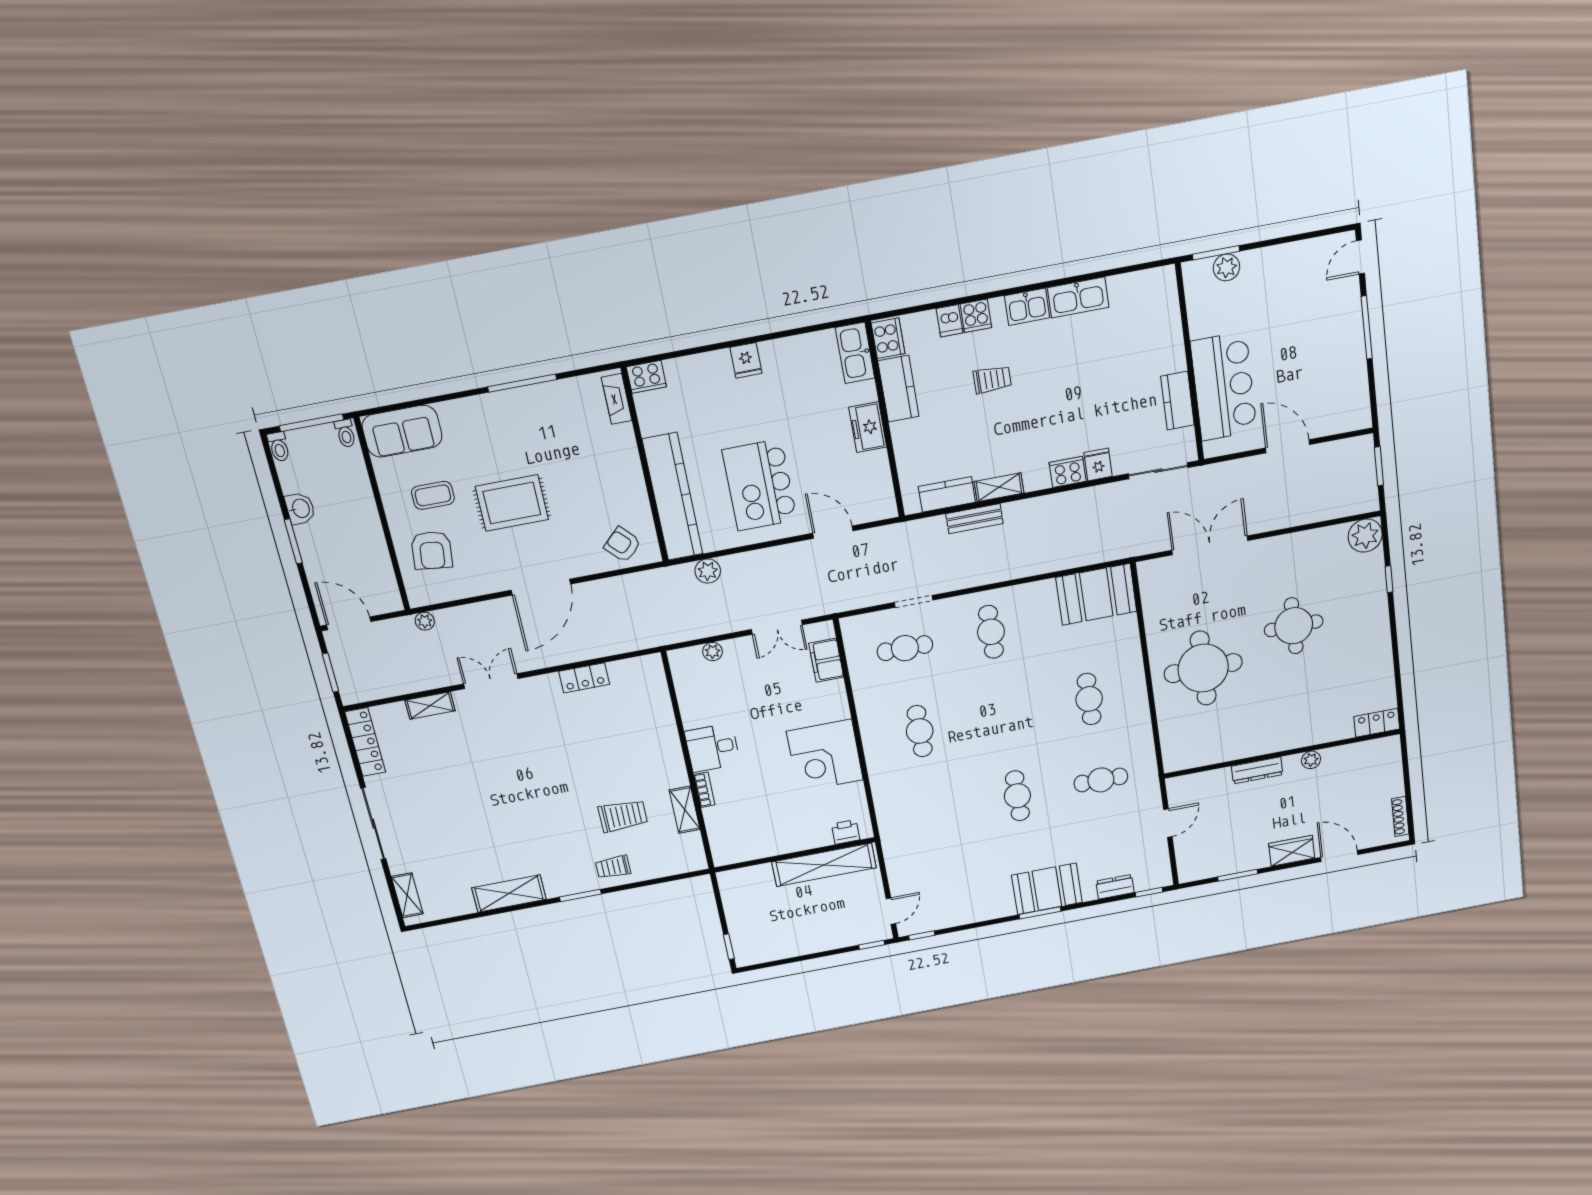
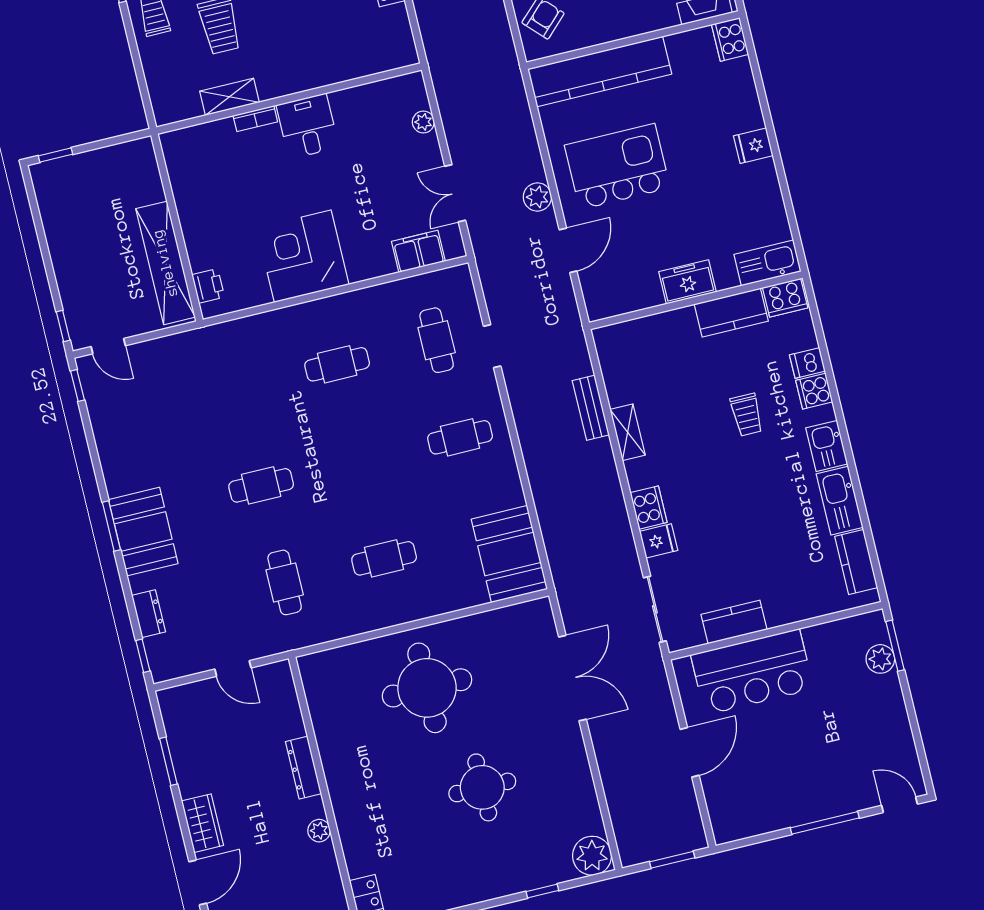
kitchen counter: (947, 494) -> (856, 562), moved, turned 180
plant: (708, 571) -> (537, 197), moved

